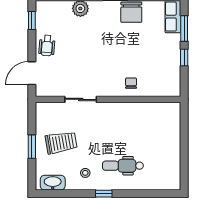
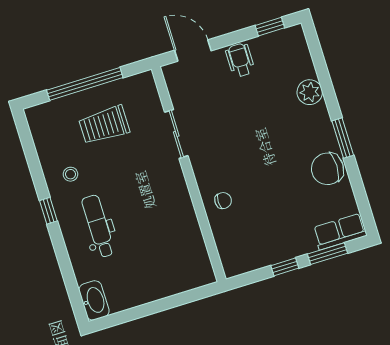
wheelchair: (47, 46) -> (240, 60), turned 85
trolley: (61, 143) -> (104, 125), turned 100
window: (32, 147) -> (85, 84), width x2.11
washbasin: (53, 183) -> (94, 300), moved

